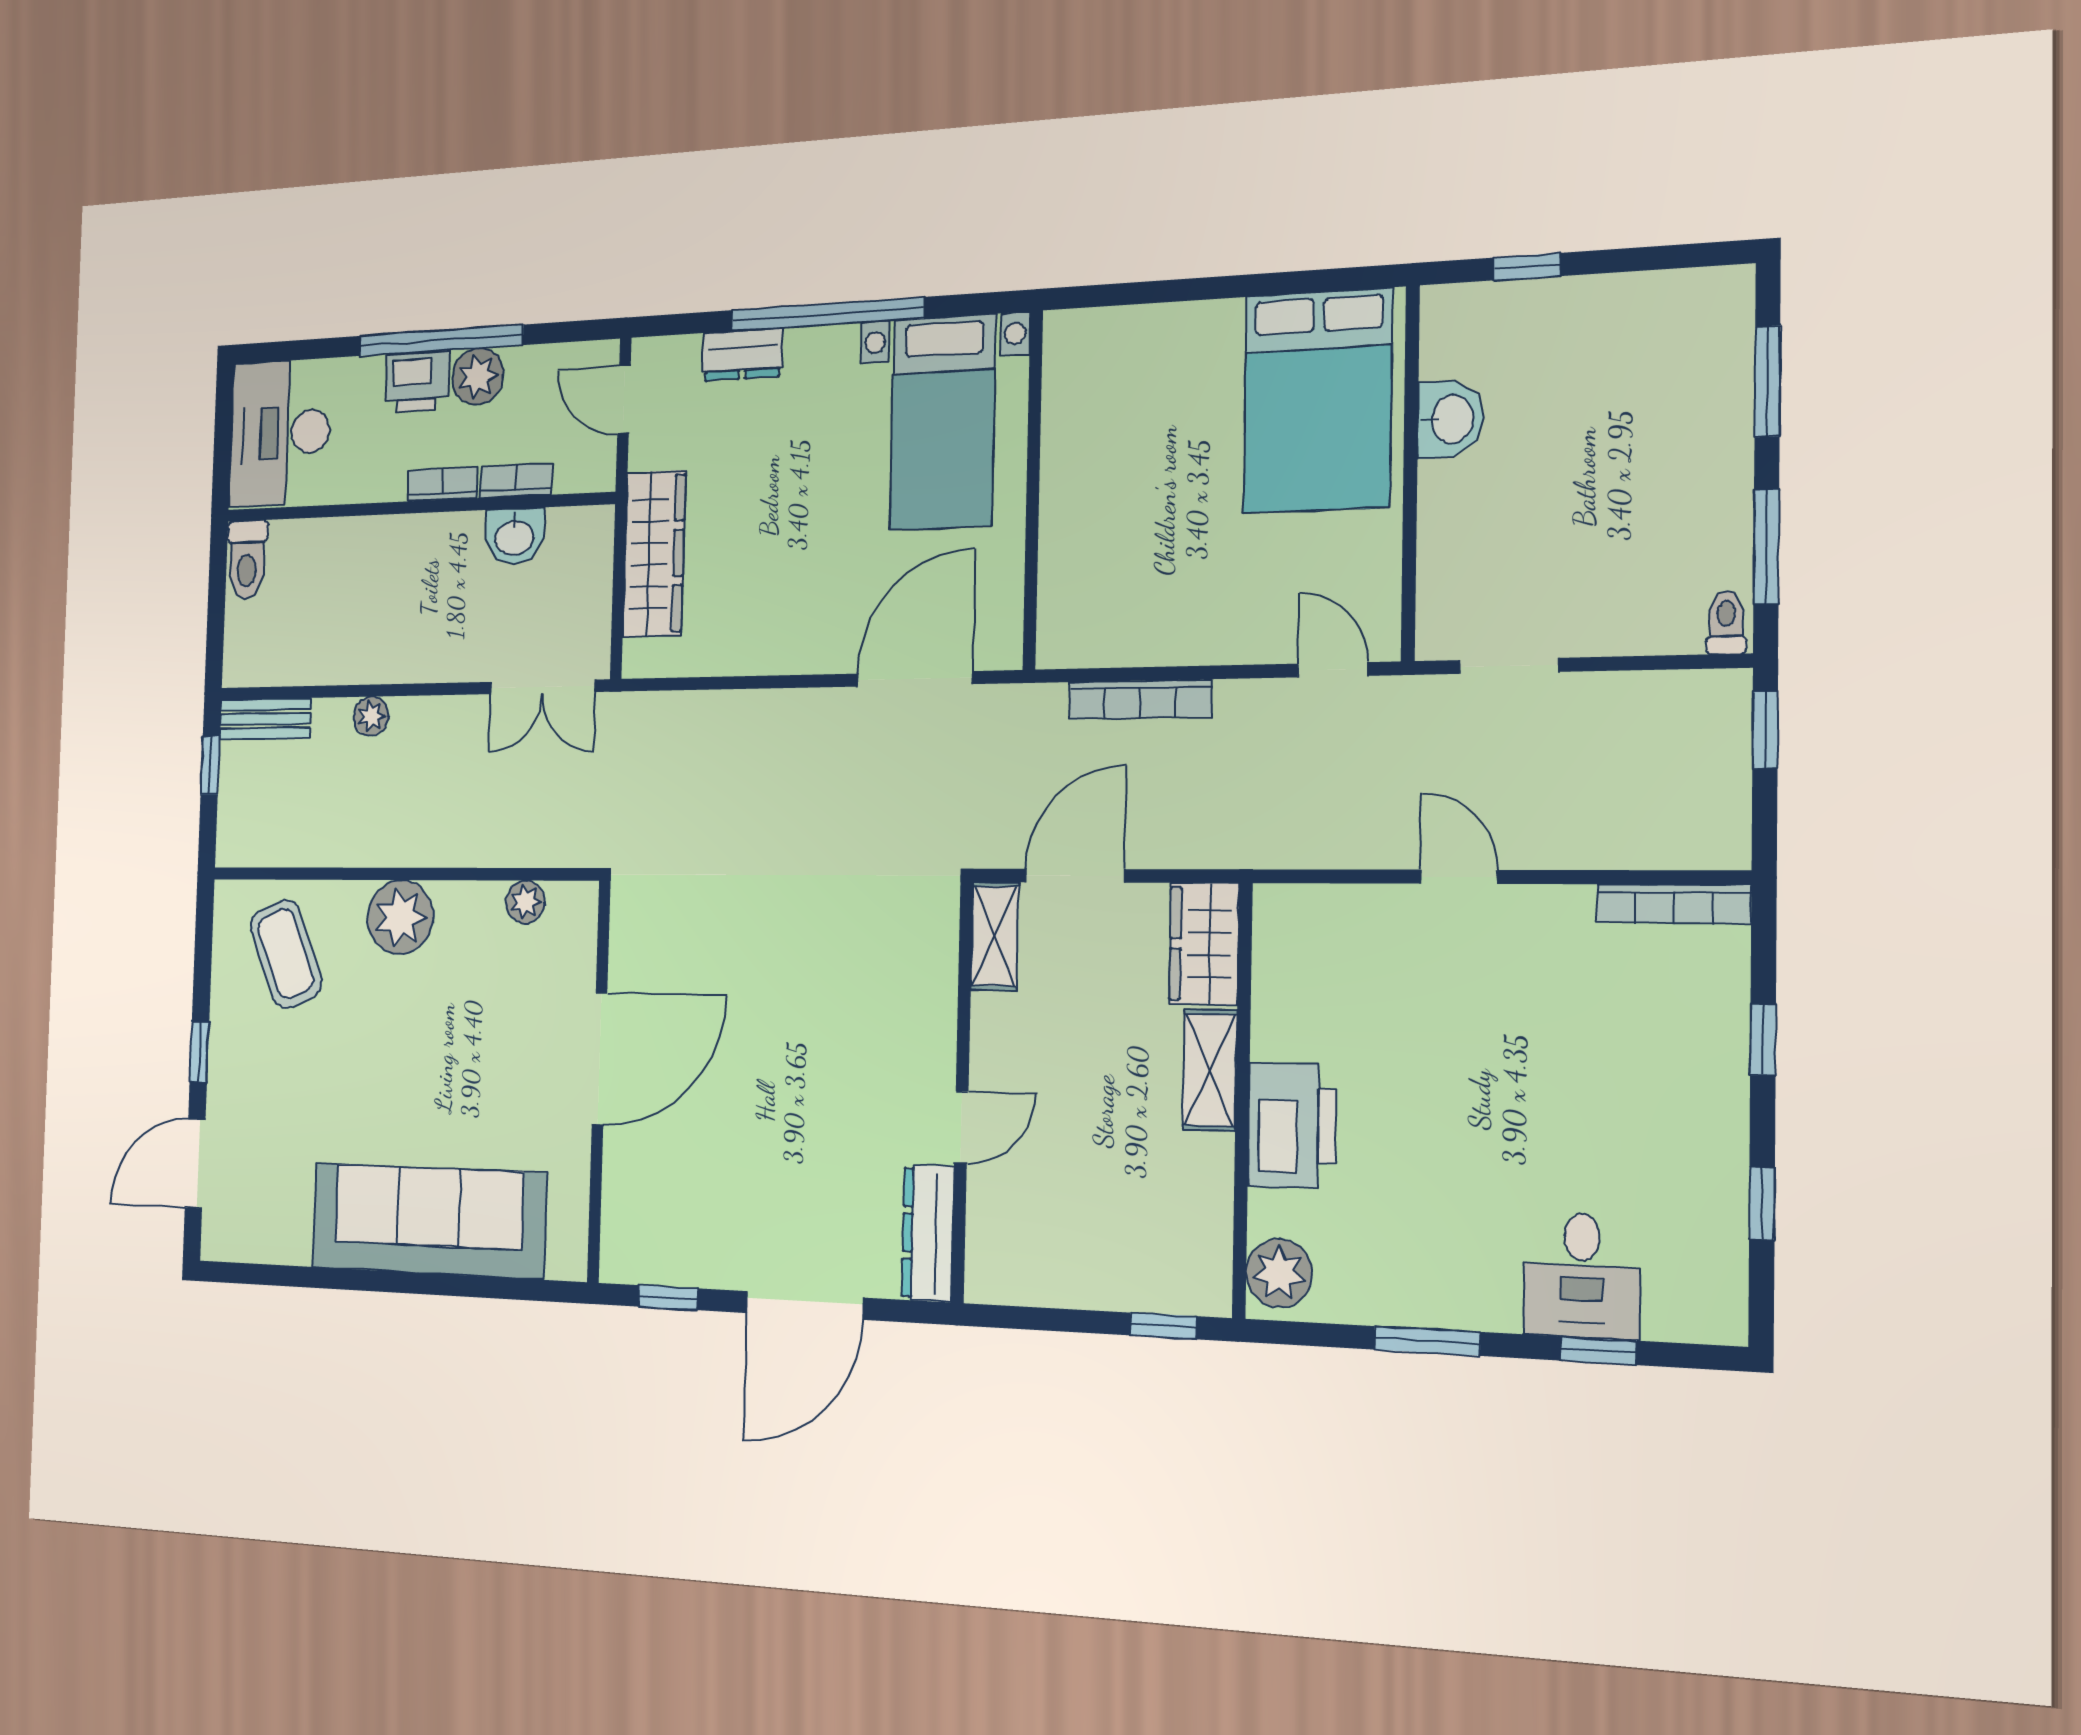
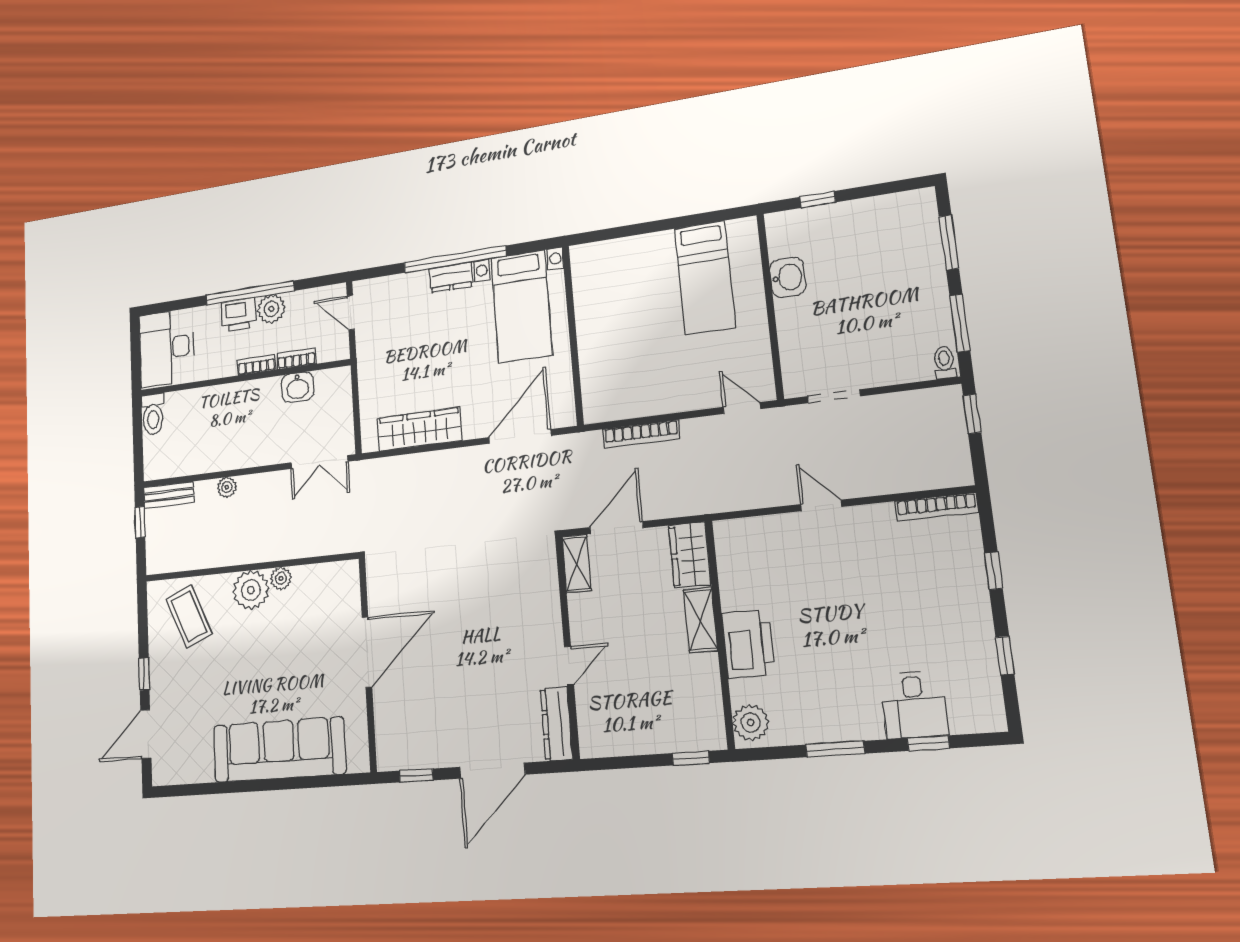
dresser: (743, 355) -> (451, 277), moved
bed: (1318, 401) -> (705, 278), width x0.67
wardrobe: (654, 554) -> (419, 429), moved, turned -90
plant: (526, 902) -> (281, 578), moved

